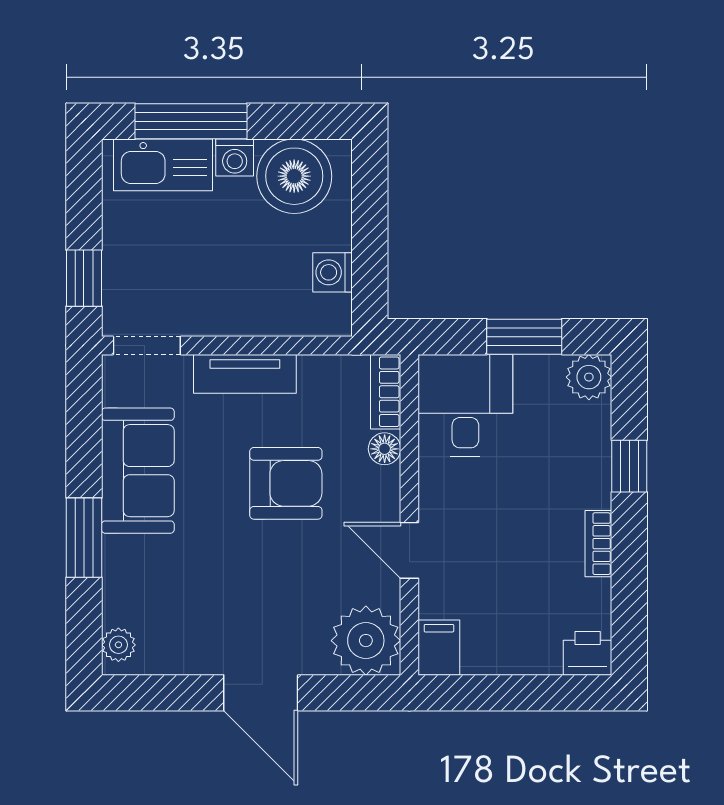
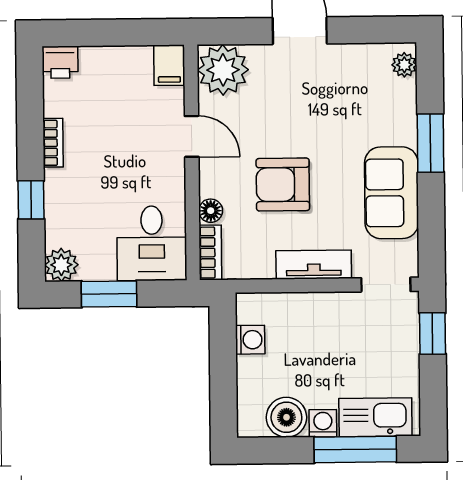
boiler: (294, 176) -> (286, 417), width x0.73, depth x0.73

